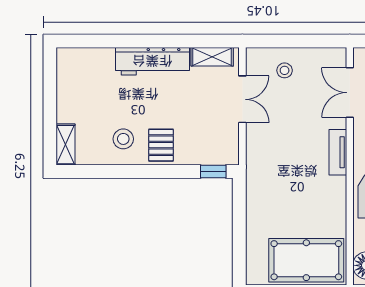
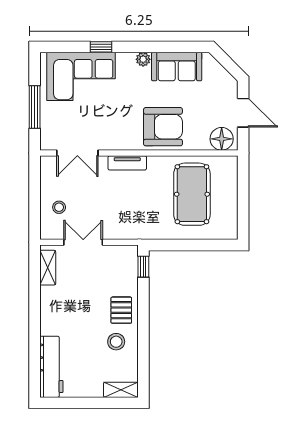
workbench: (152, 61) -> (51, 367), moved
pallet: (161, 145) -> (121, 310), turned 90
pool table: (306, 260) -> (192, 194), moved

